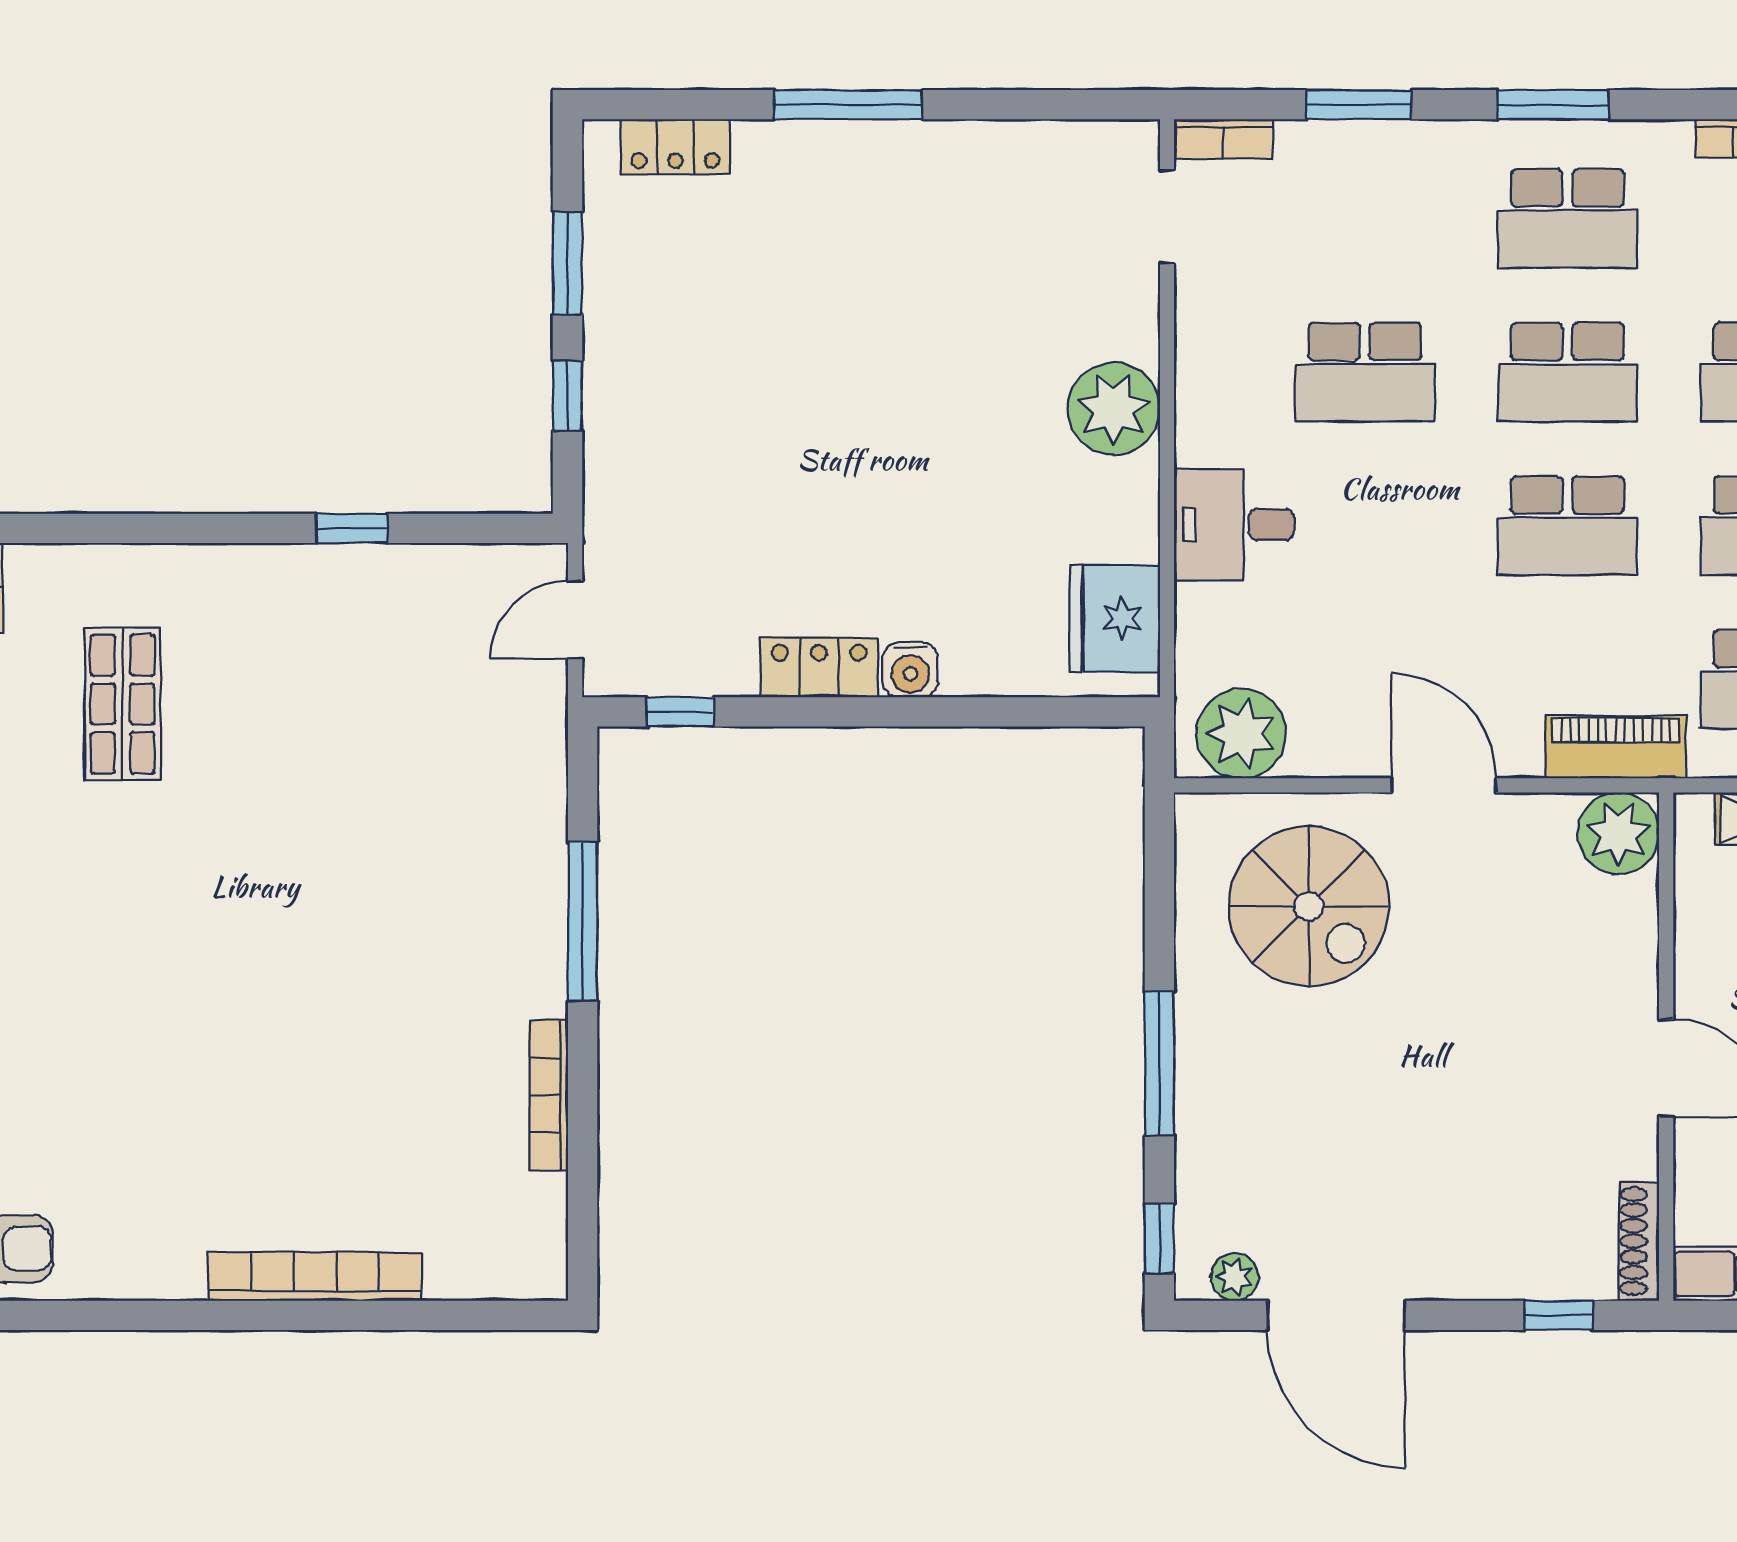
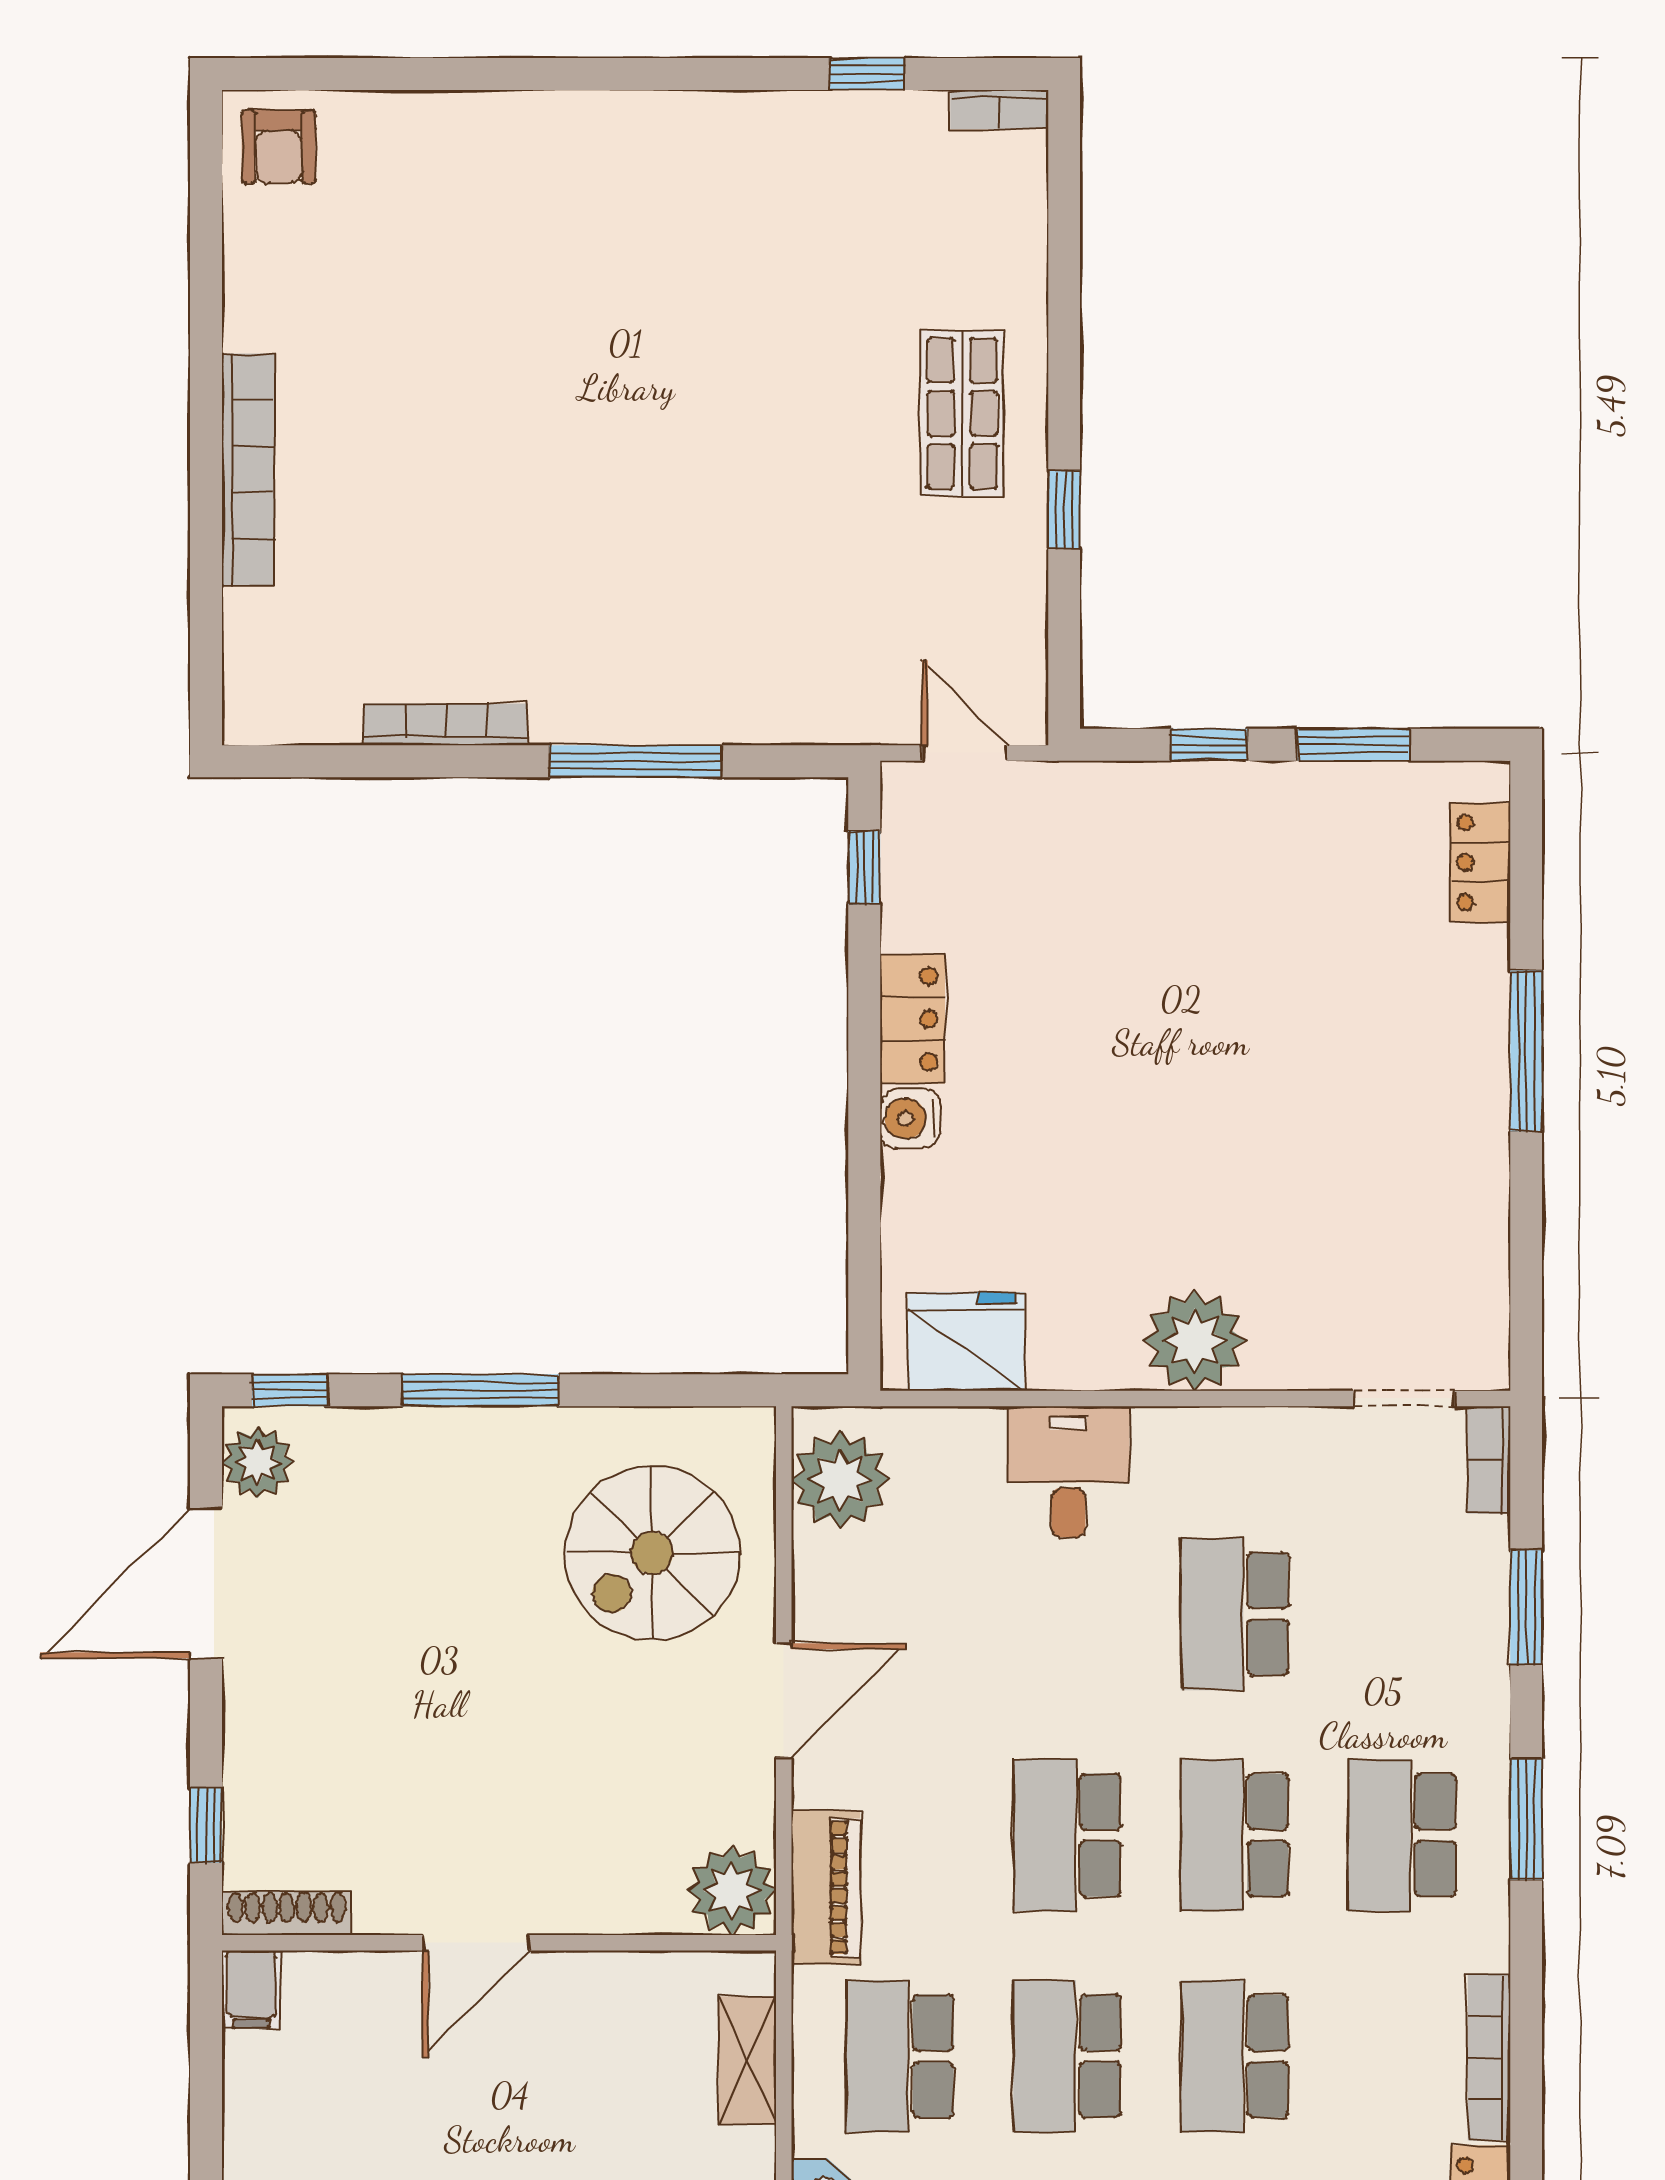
shop shelf: (123, 704) -> (962, 413), moved, turned 90
plant: (1235, 1277) -> (258, 1462), width x1.38, depth x1.38

